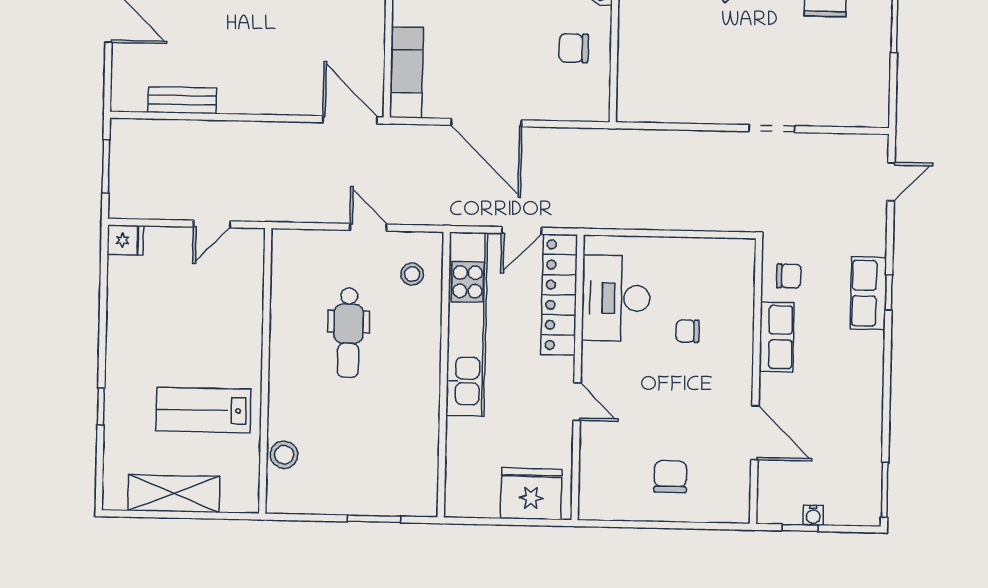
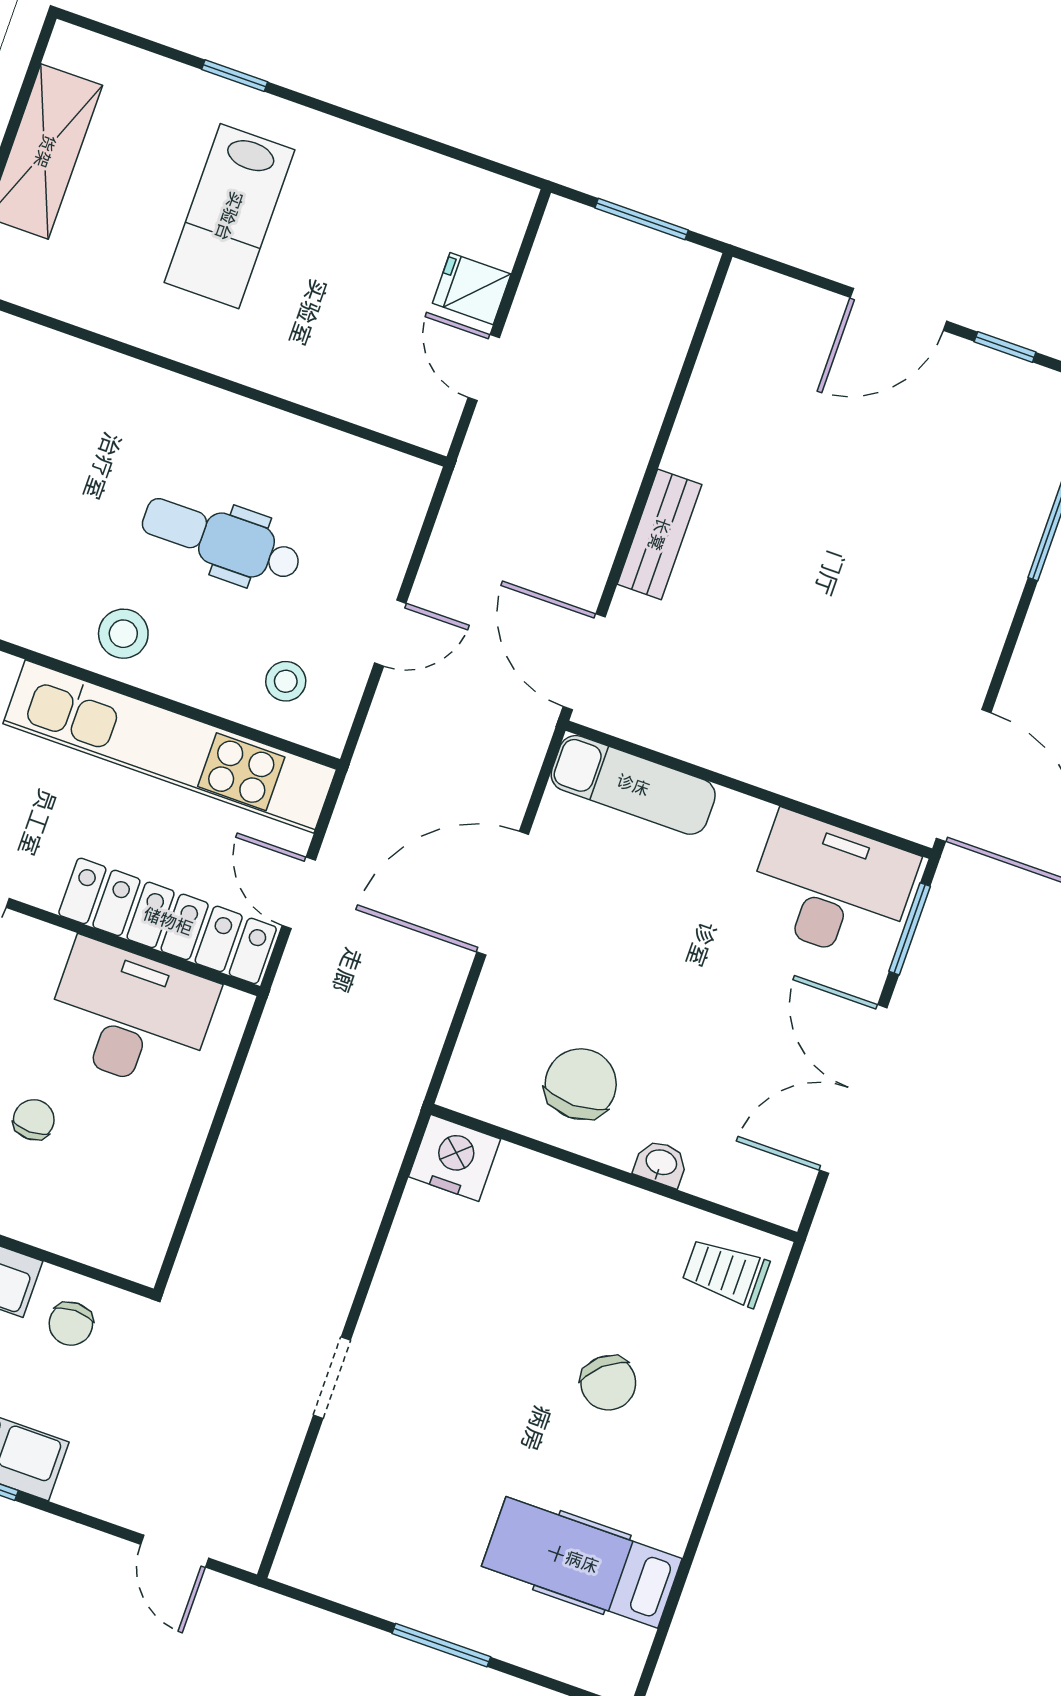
chair: (574, 48) -> (581, 1084), width x1.37, depth x1.37
bench: (182, 100) -> (659, 534), moved
nightstand: (635, 102) -> (455, 1158), added
door: (350, 120) -> (584, 662), swing flipped
fridge: (125, 240) -> (472, 289), moved, turned 90
lab bench: (203, 410) -> (229, 216), moved, turned 180
stool: (284, 455) -> (123, 634), moved

